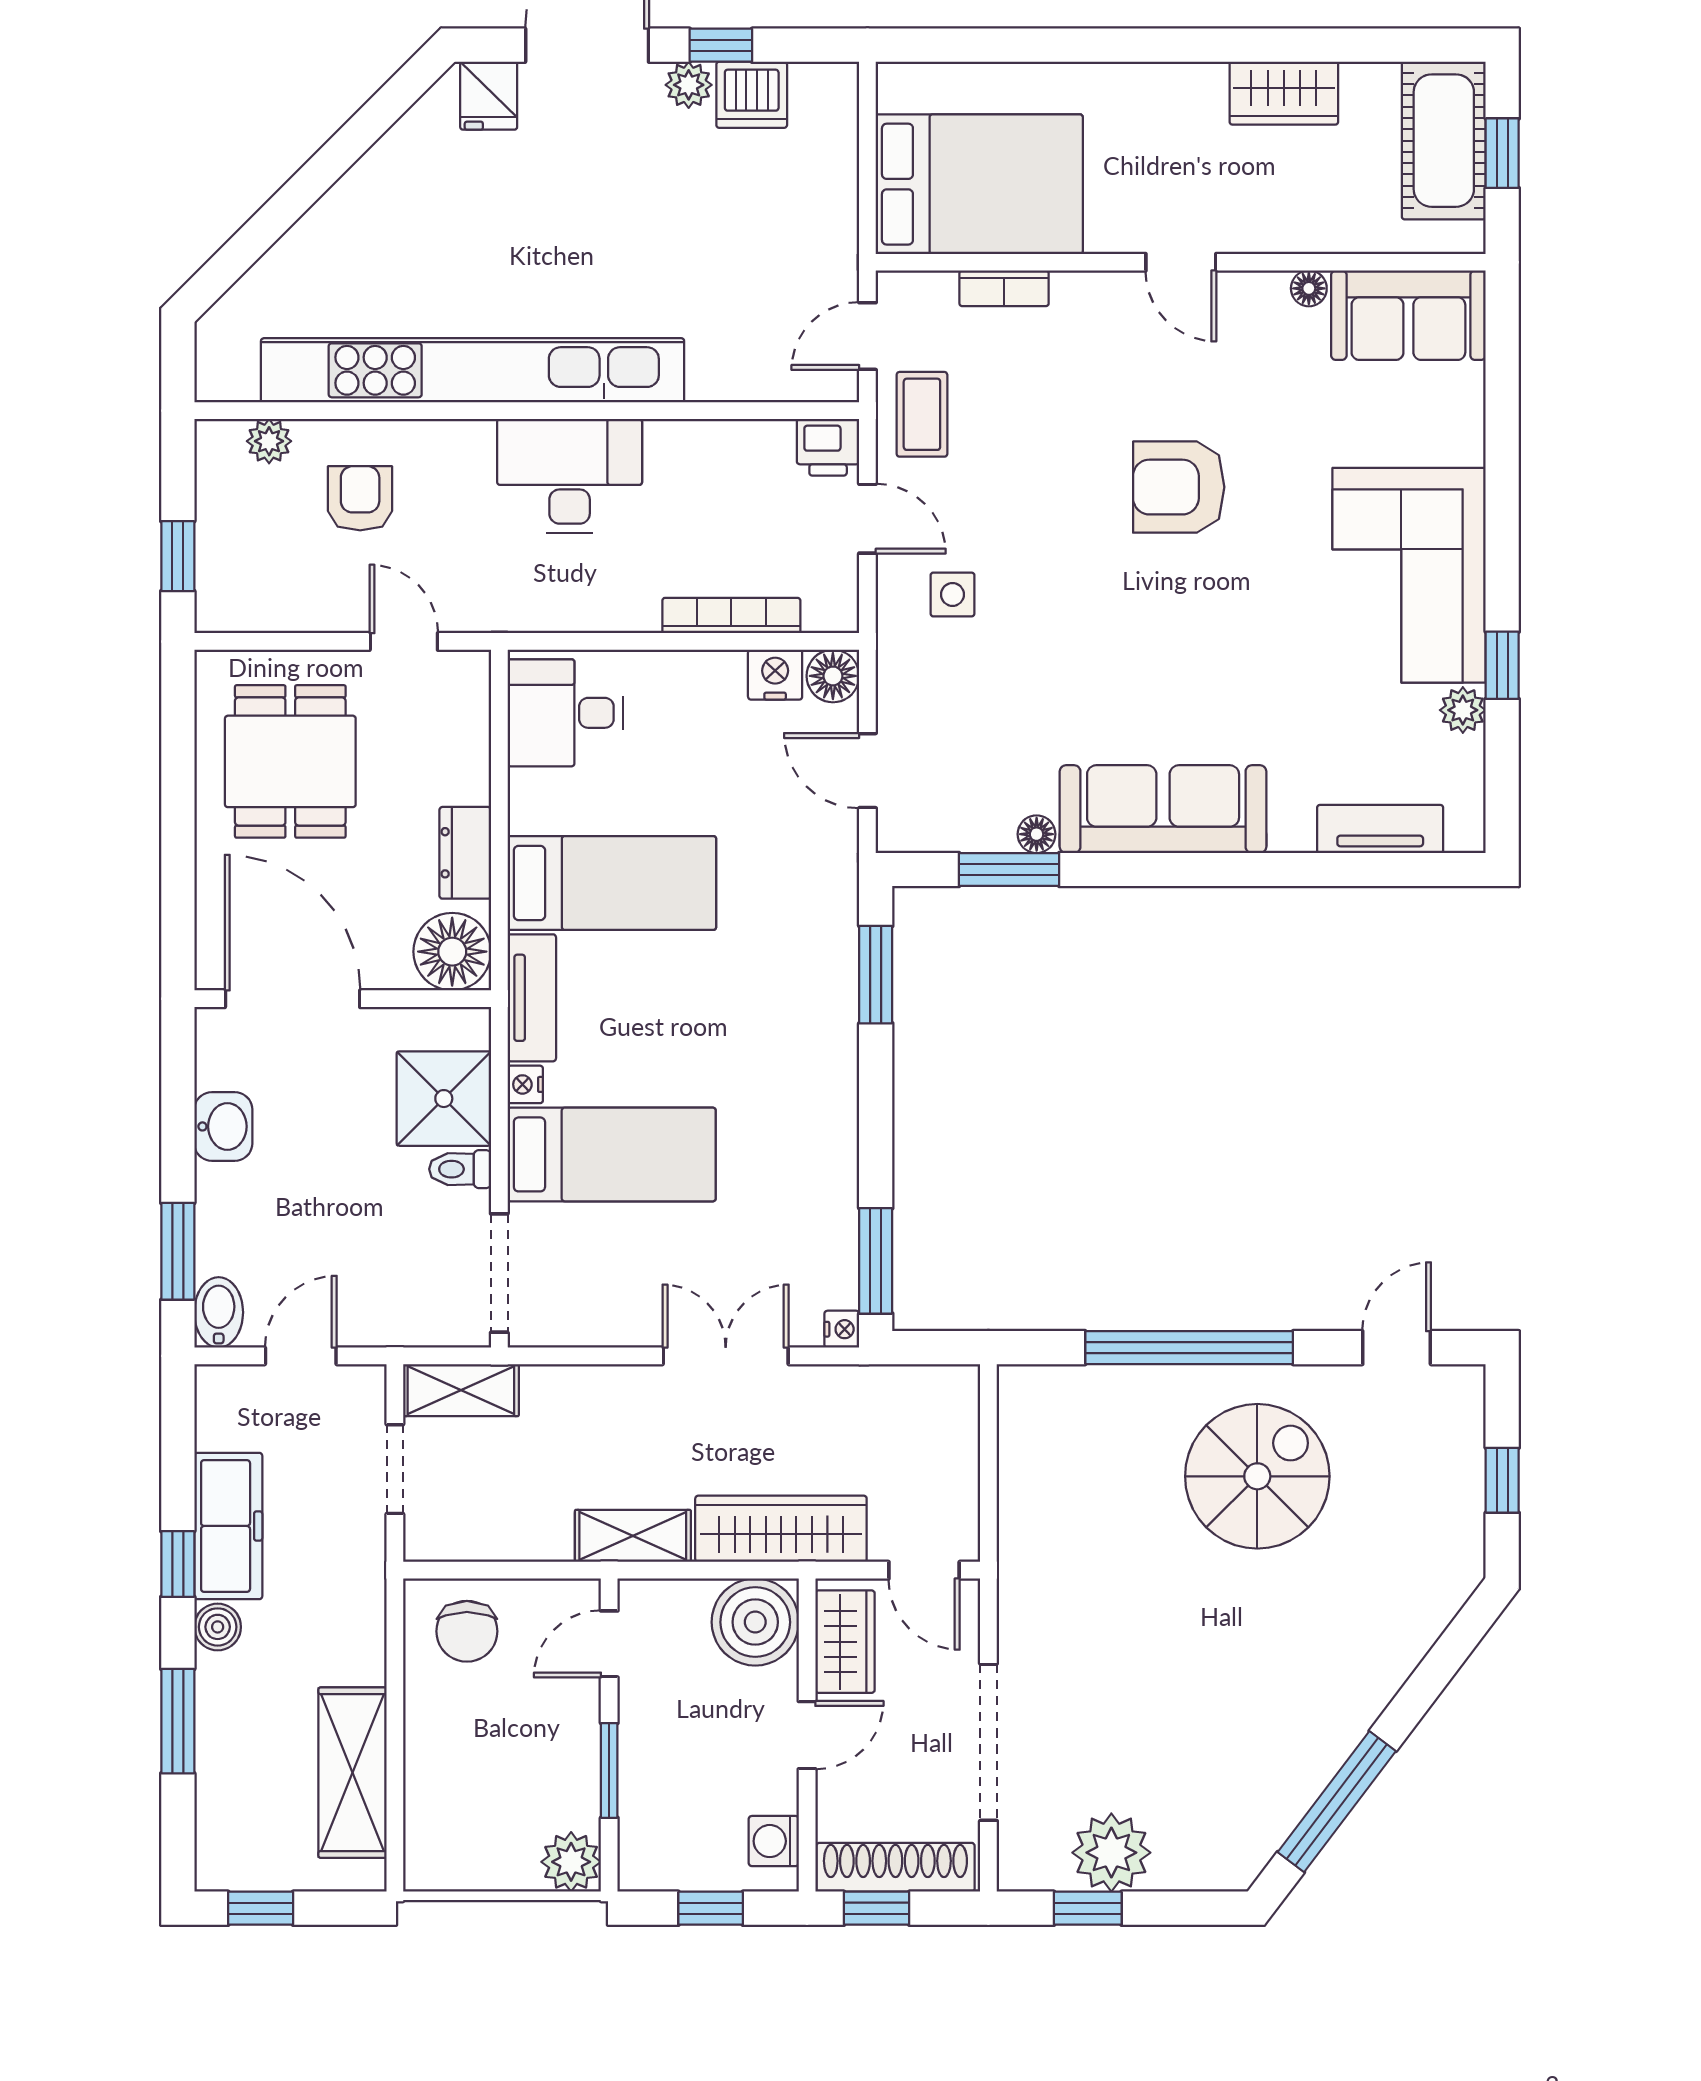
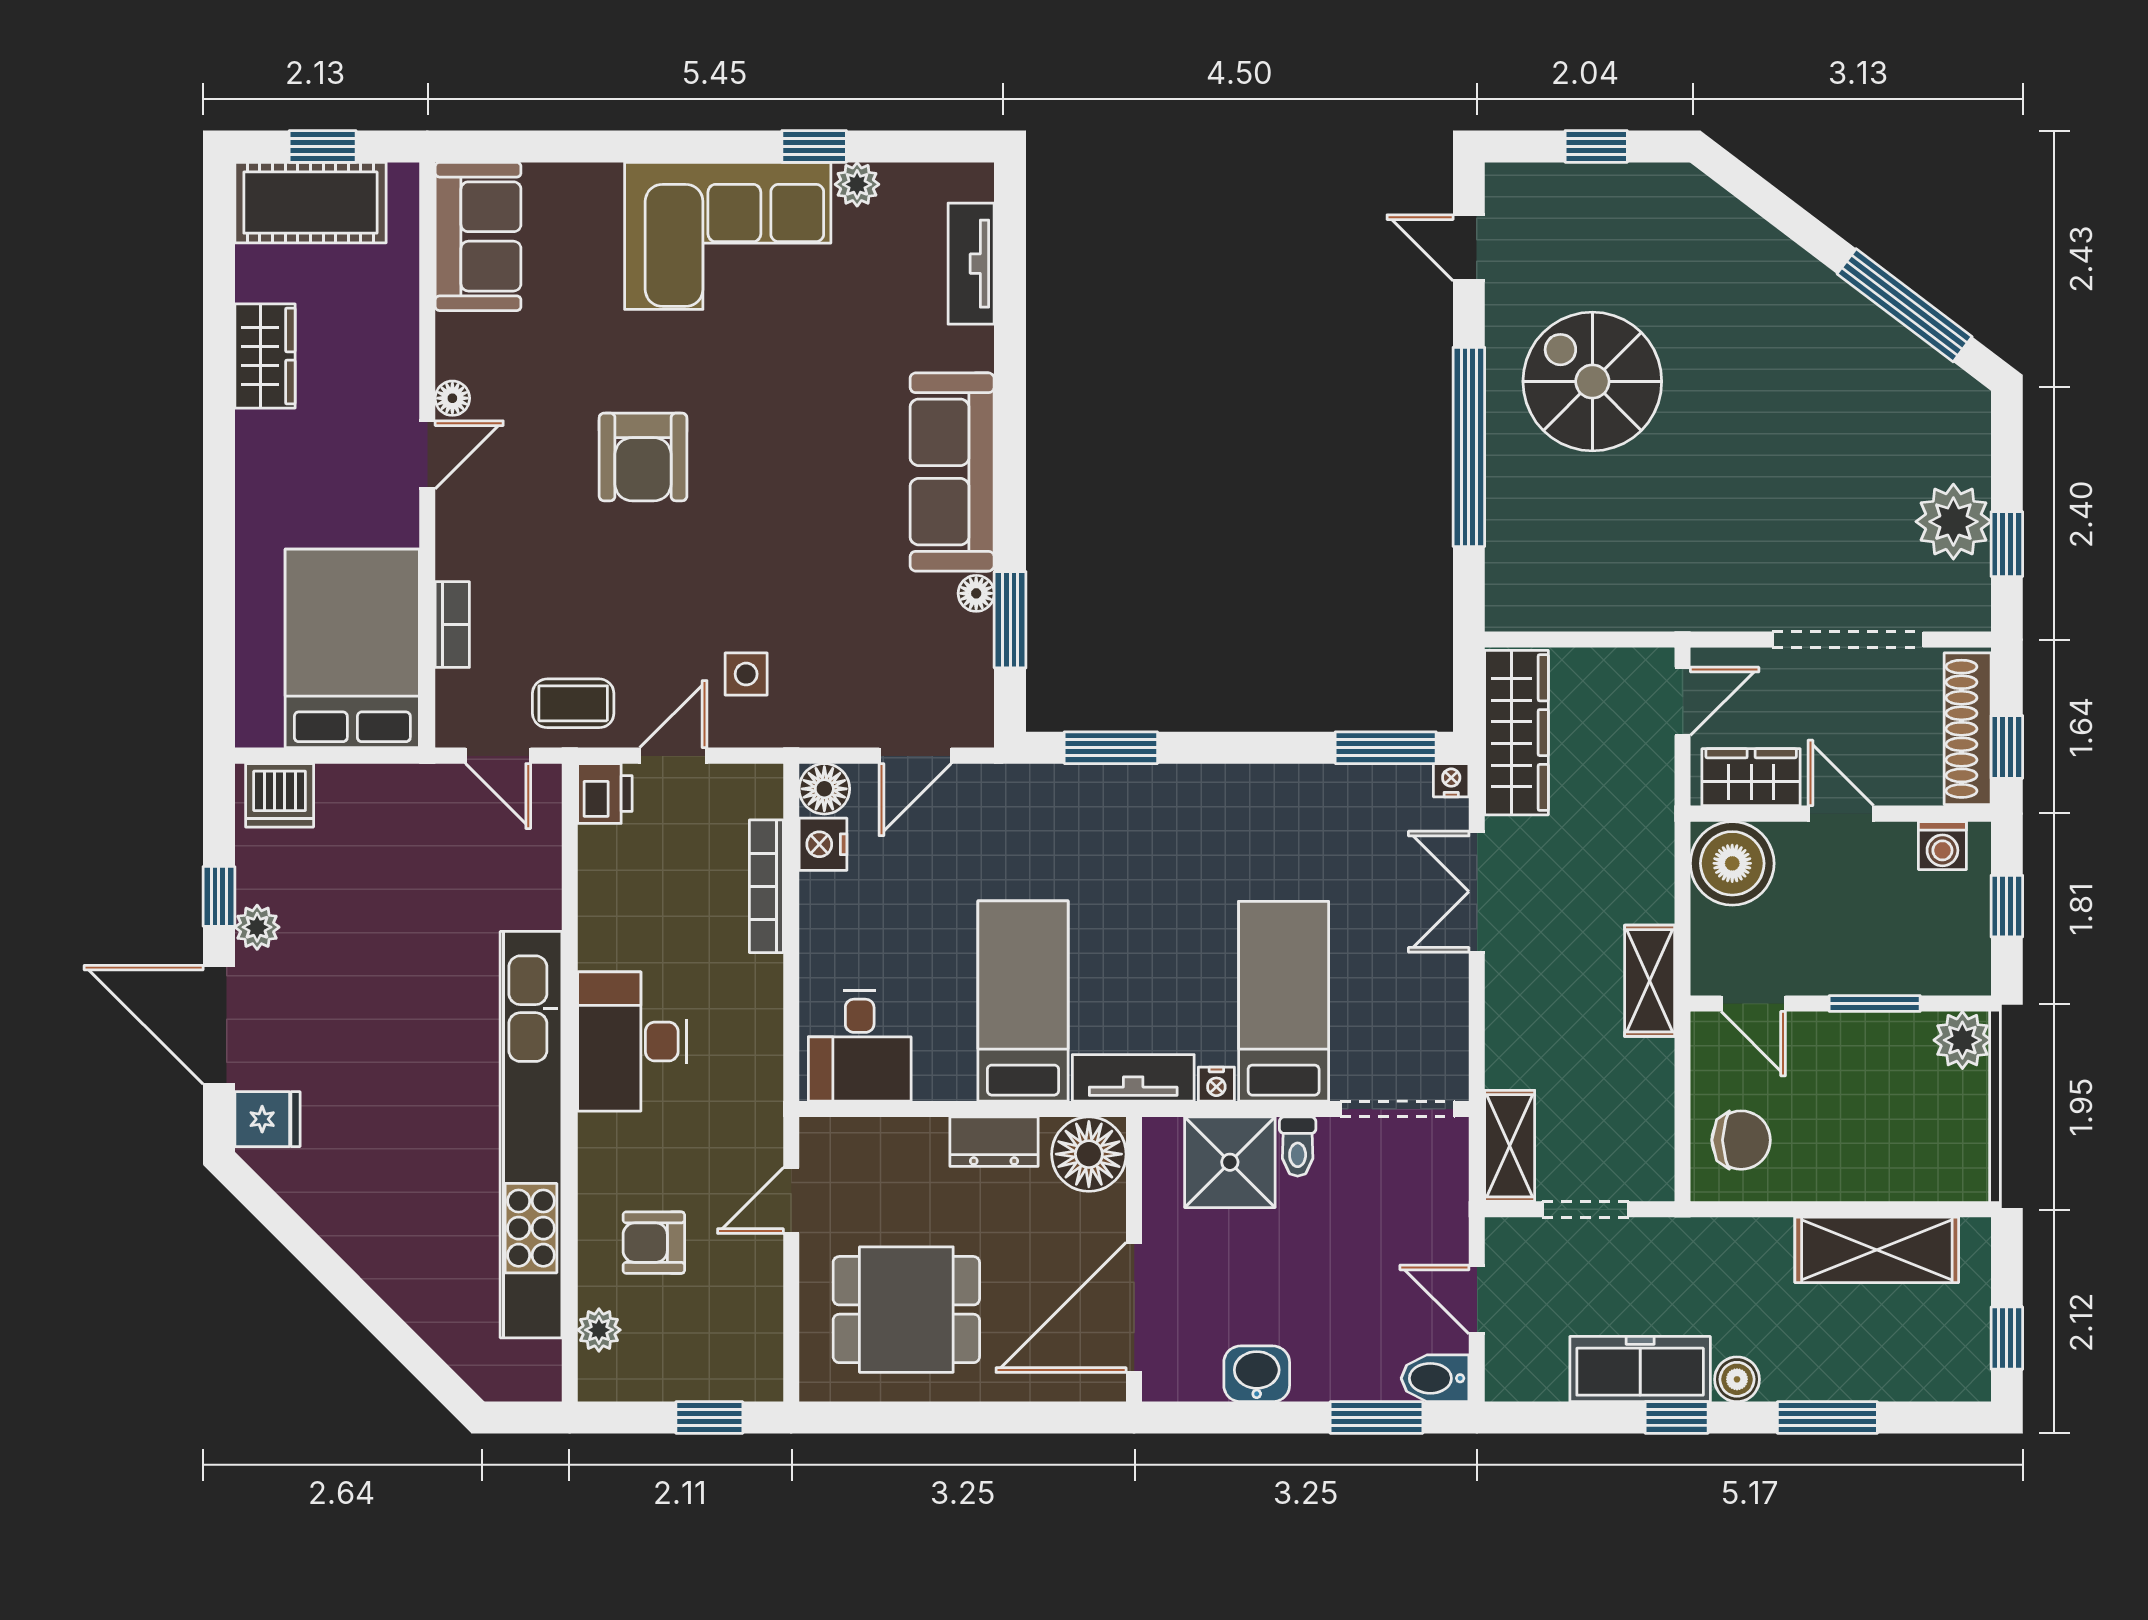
dishwasher: (752, 95) -> (280, 795), moved, turned 90
floor lamp: (1309, 288) -> (452, 398), moved
wardrobe: (781, 1529) -> (1517, 733), moved, turned 180

